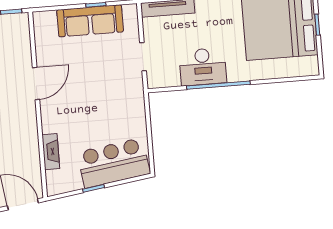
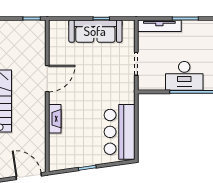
fireplace: (51, 152) -> (55, 119), moved
bar counter: (114, 163) -> (120, 132), moved, turned -82

